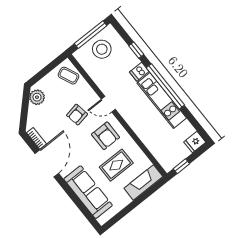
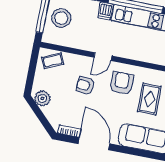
armchair: (77, 115) -> (85, 86), turned 104
armchair: (106, 136) -> (122, 83), turned -90

